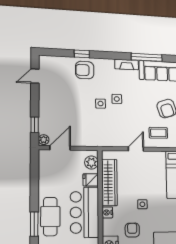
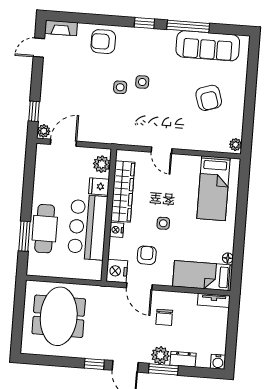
window: (82, 54) -> (144, 23), moved
fireplace: (127, 65) -> (61, 28), moved
coffee table: (158, 133) -> (194, 130), removed
door: (136, 149) -> (162, 150), swing flipped

